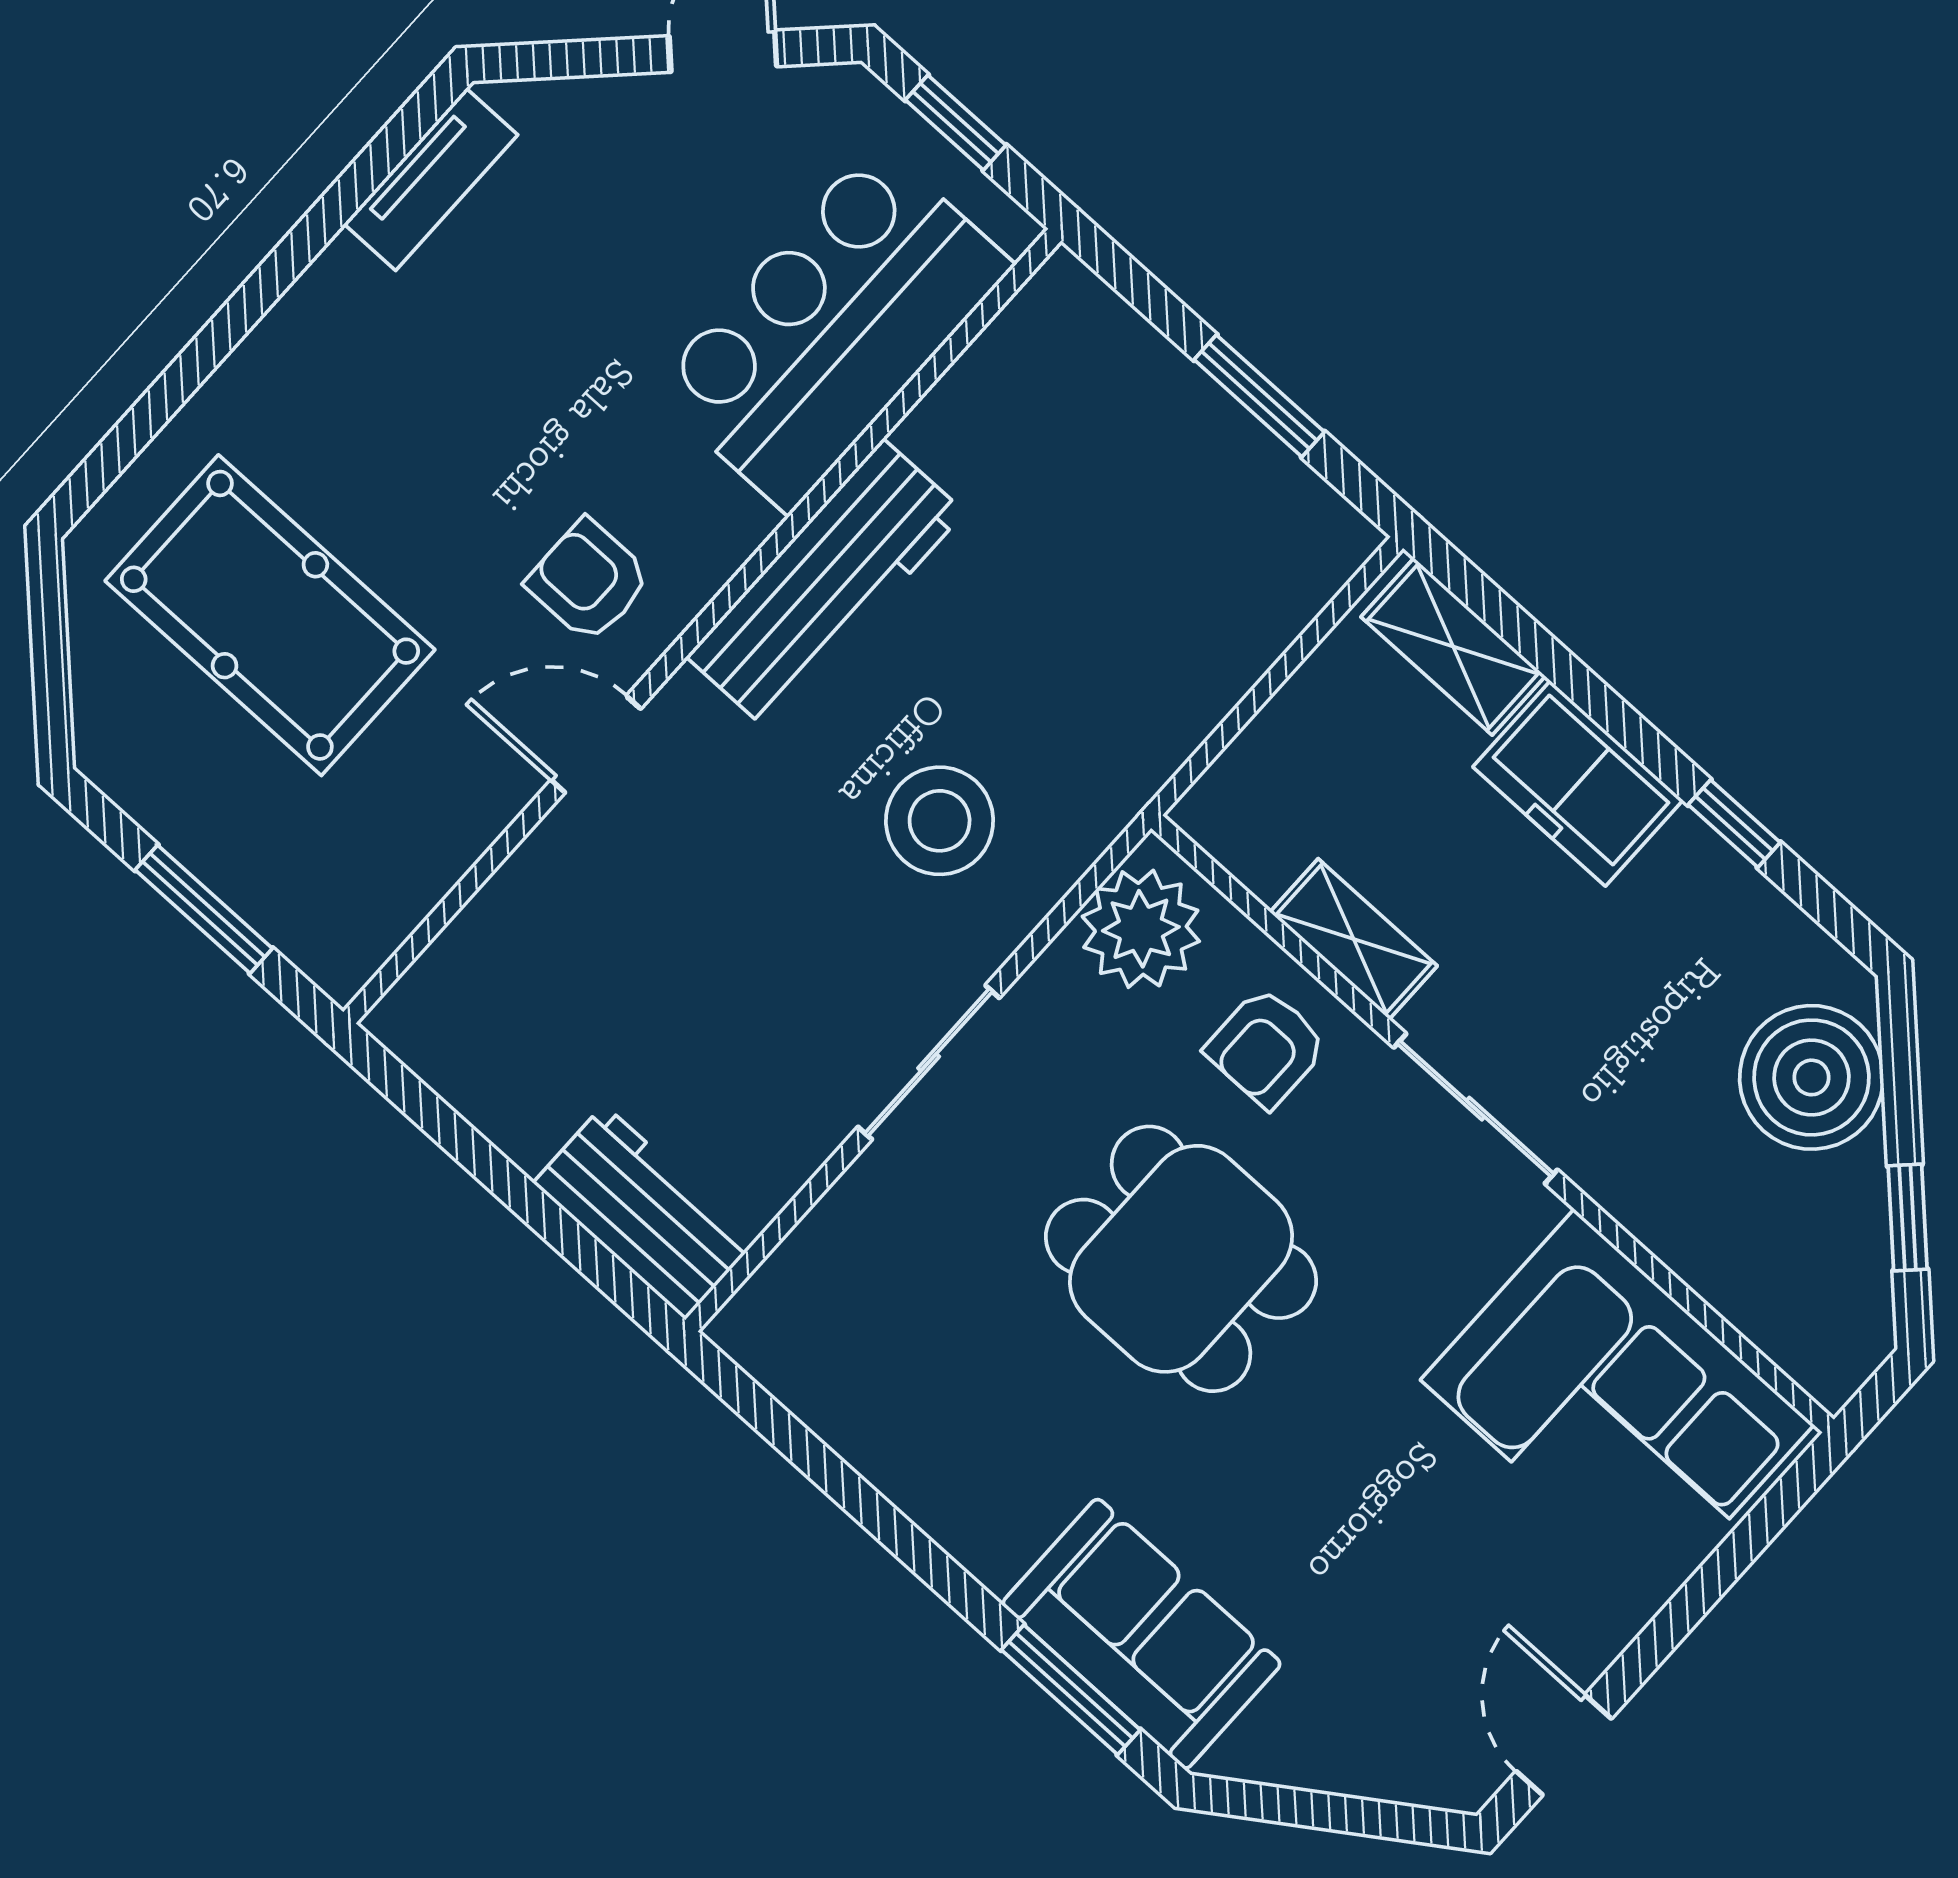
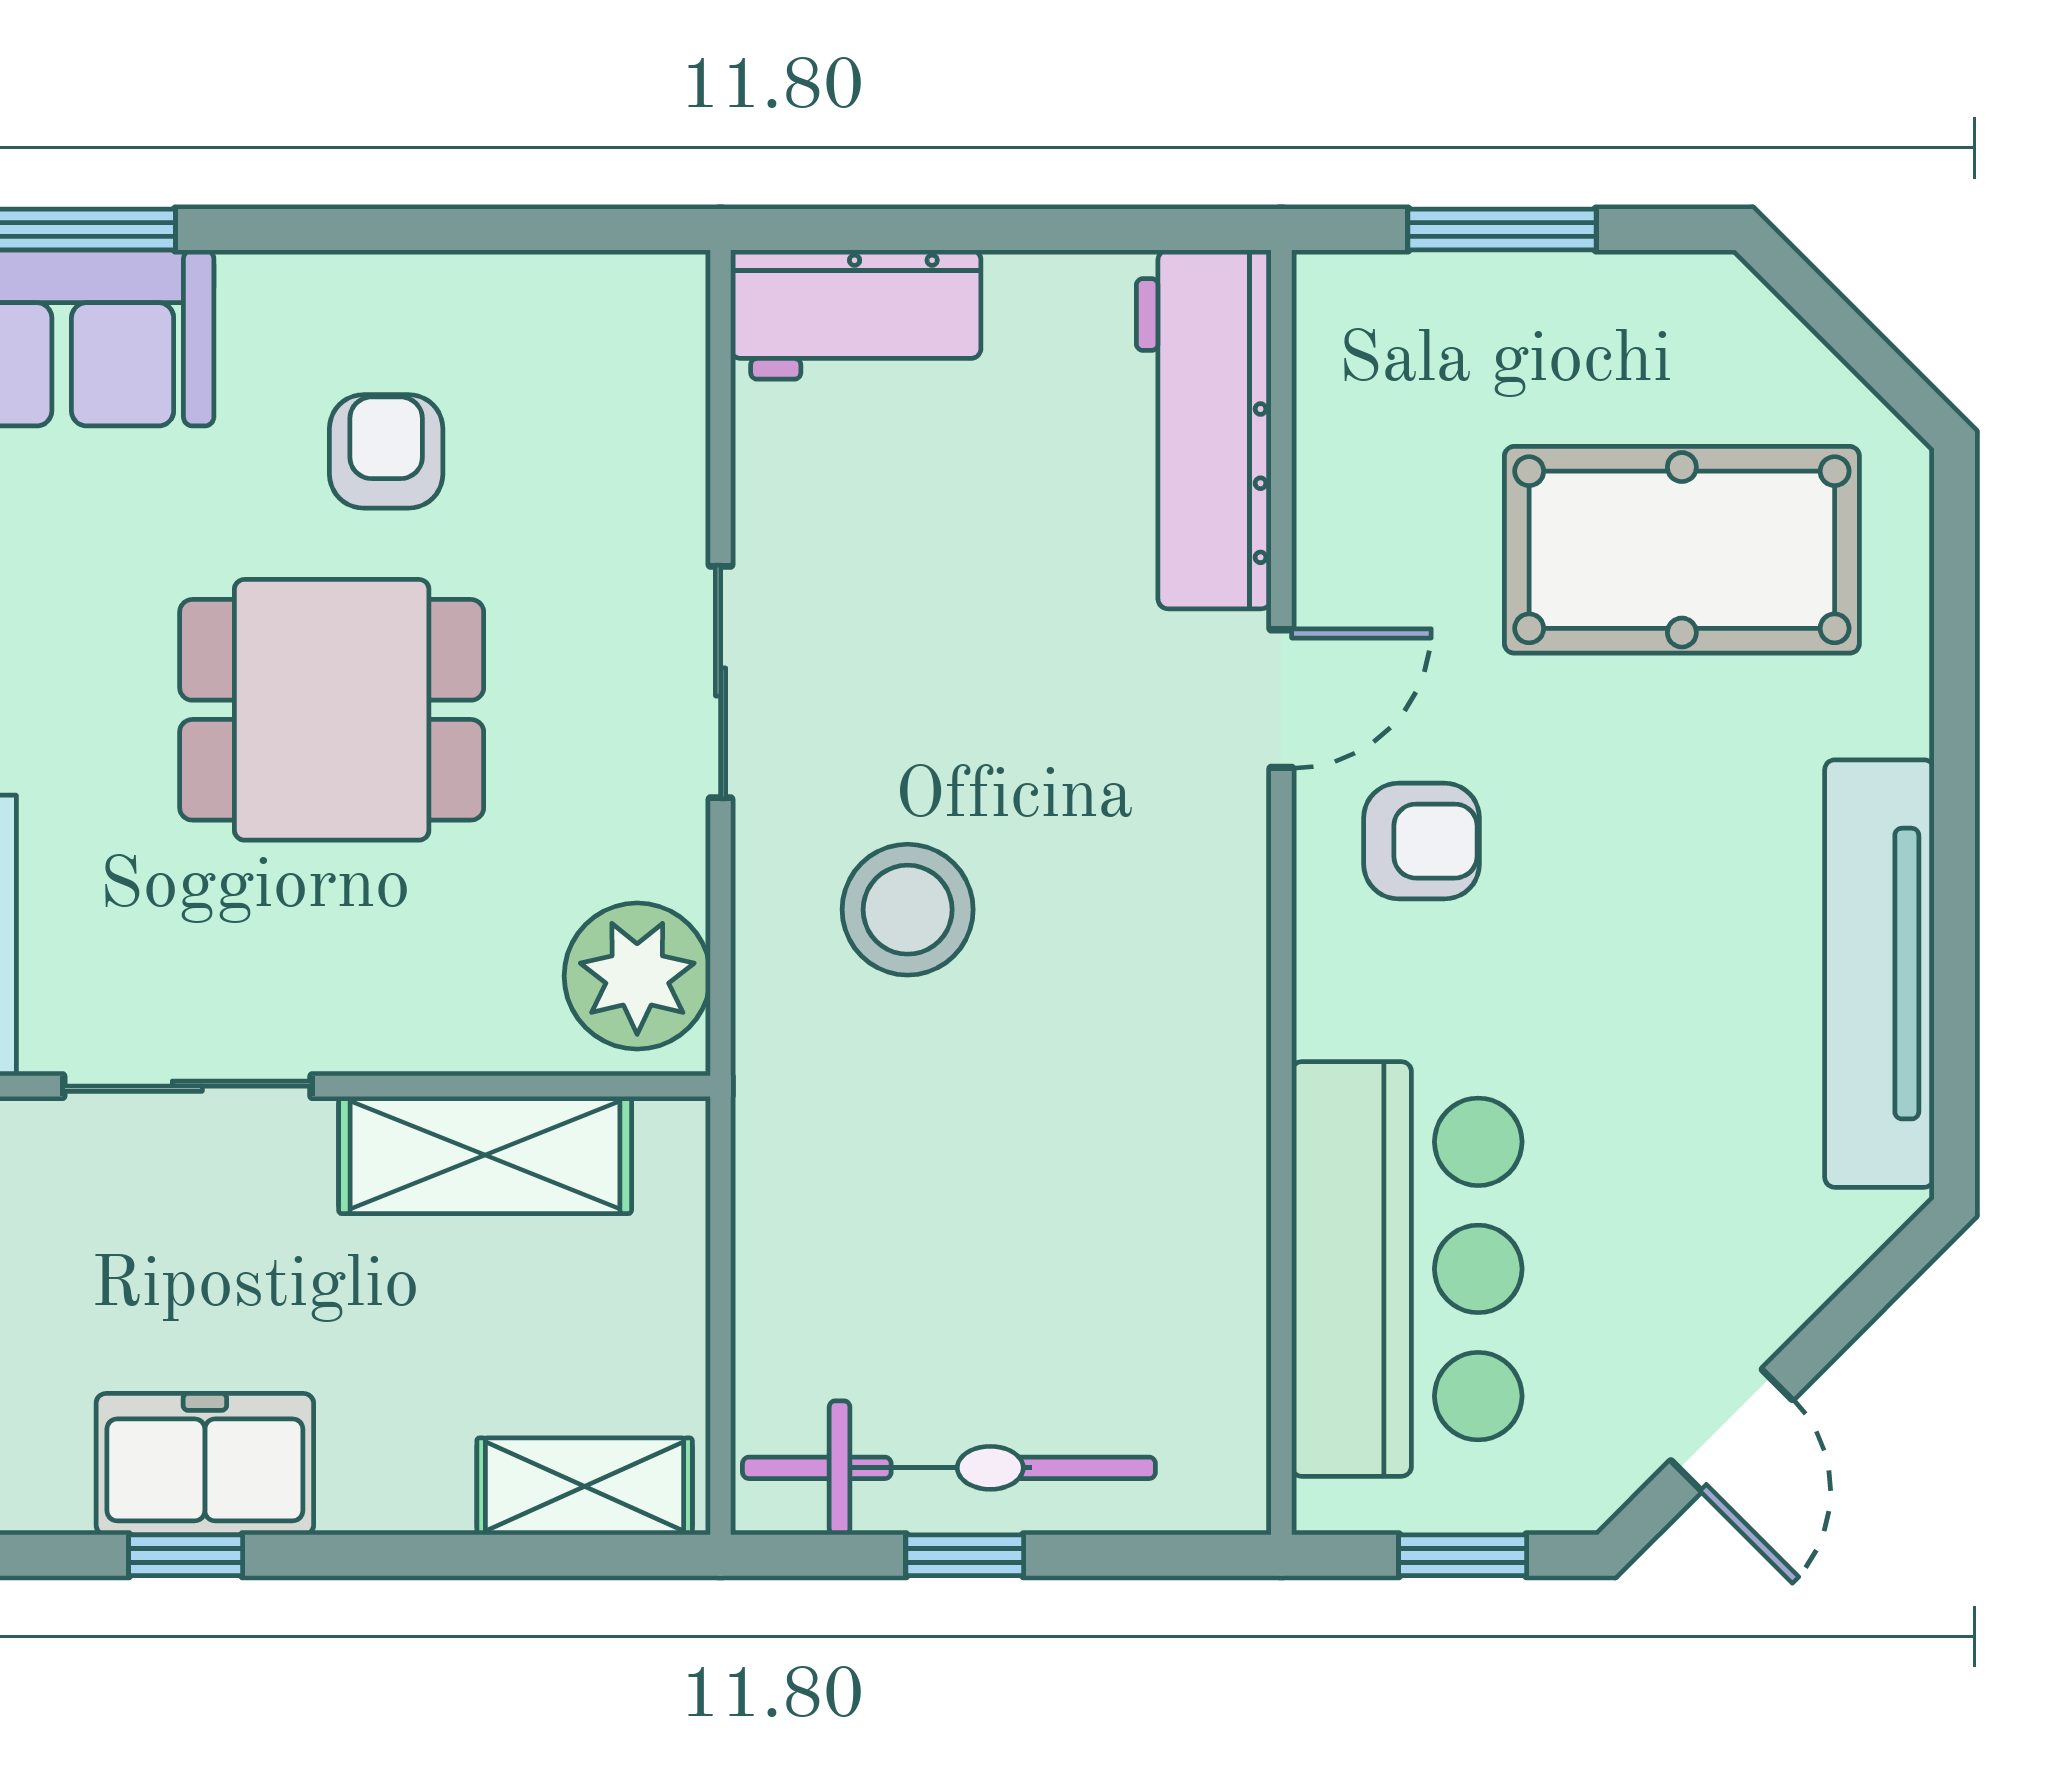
tv unit: (431, 179) -> (1879, 974), width x1.92, depth x1.29
window: (1259, 396) -> (965, 1555), width x0.67
bicycle: (1221, 458) -> (949, 1468), added
workbench: (825, 584) -> (1204, 429), moved
freezer: (1578, 783) -> (205, 1464), moved
shelving: (1354, 939) -> (485, 1155), width x1.50, depth x1.33
armchair: (1266, 1047) -> (386, 451), moved

